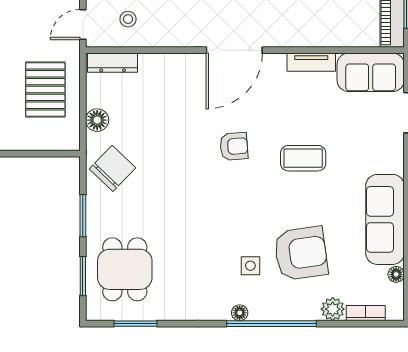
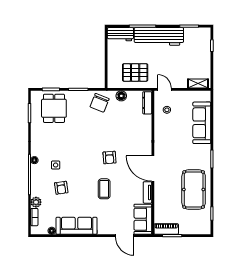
door: (234, 50) -> (153, 168), moved
chair: (113, 168) -> (100, 103), turned 68
armchair: (301, 253) -> (61, 188), width x0.53, depth x0.53
dining table: (125, 269) -> (54, 108), turned 90

